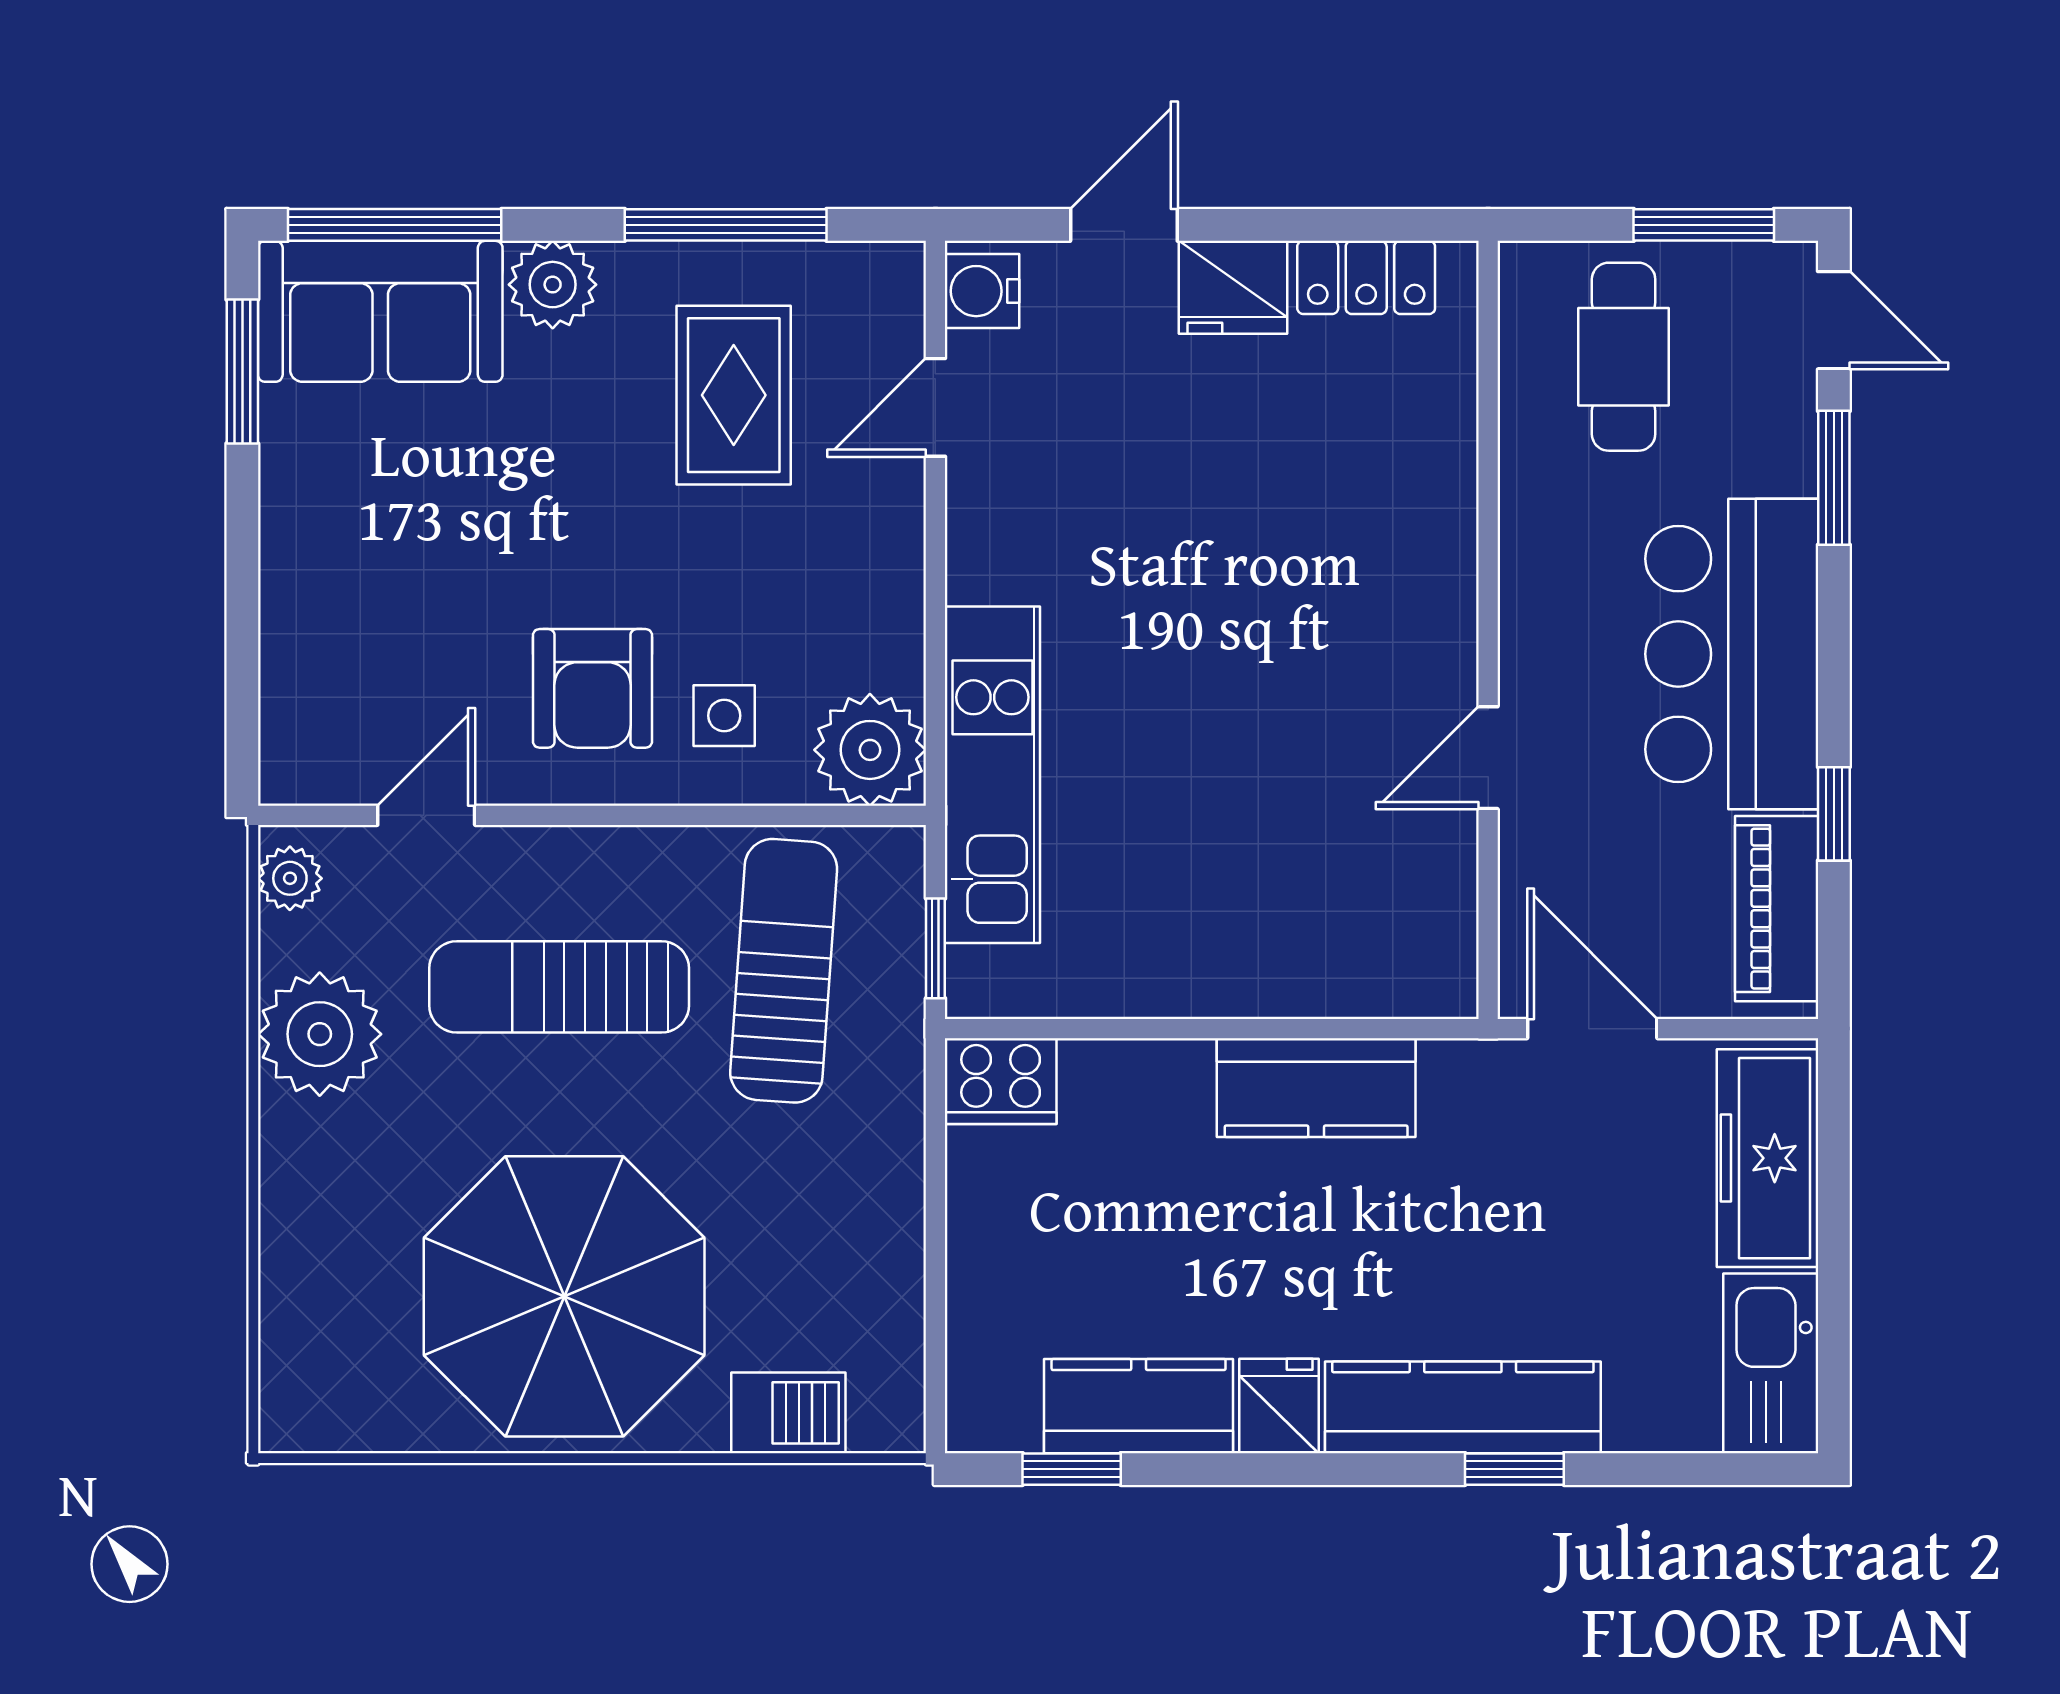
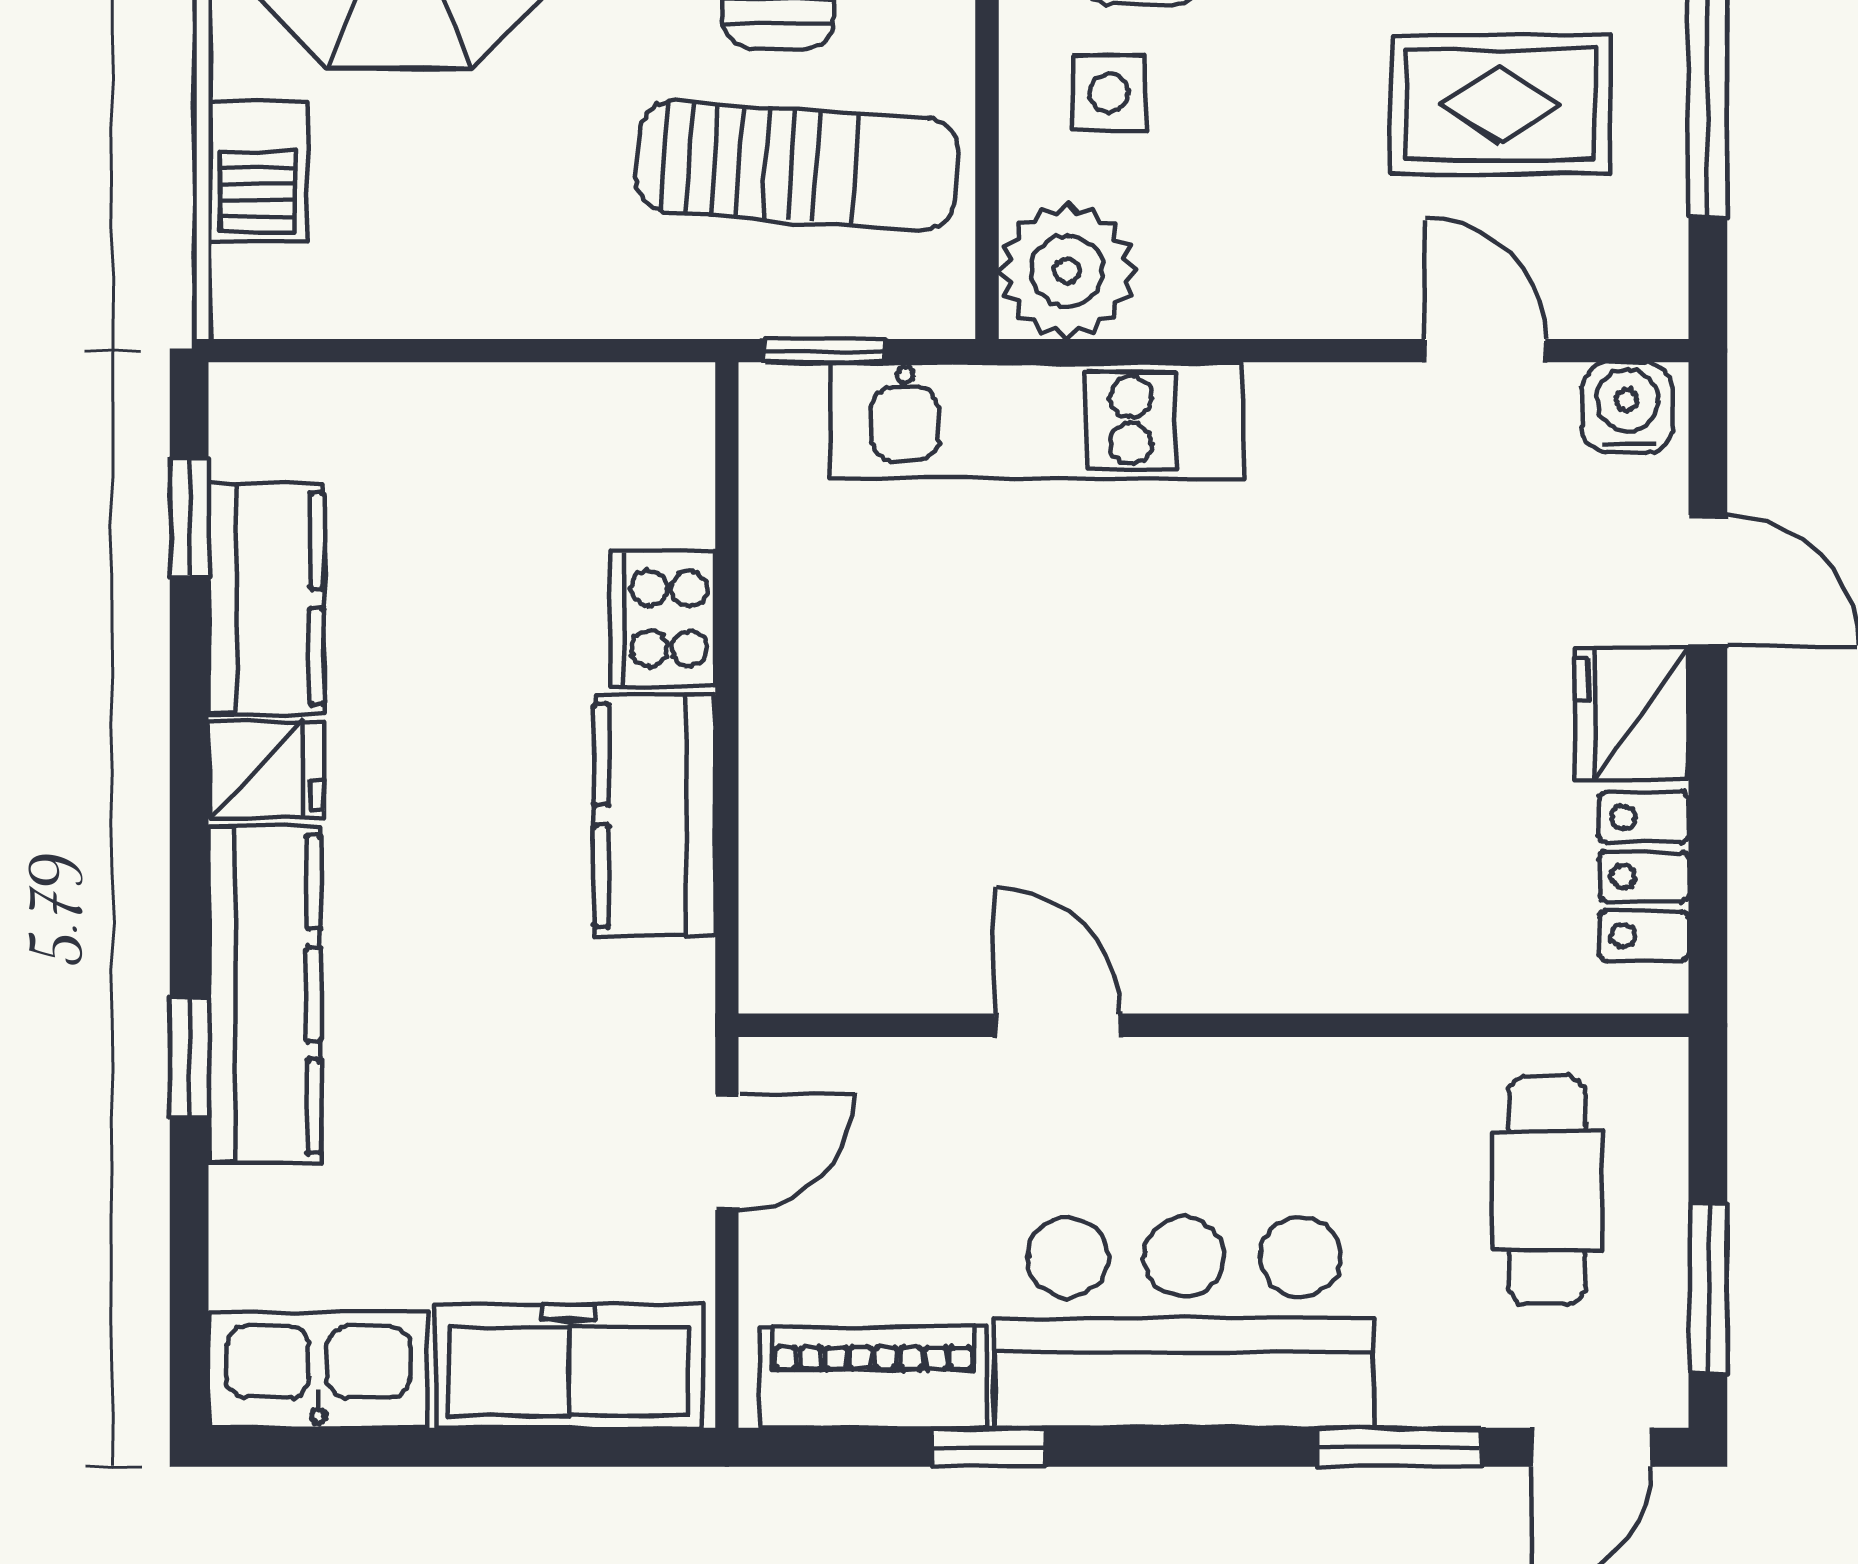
cafe table: (1624, 357) -> (1547, 1191), turned 90
door: (1592, 1029) -> (727, 1152), width x0.73
cooker: (1001, 1081) -> (663, 619), moved

